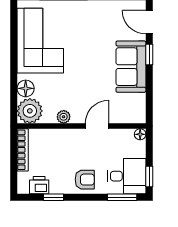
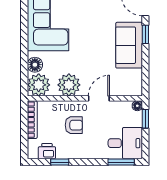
plant: (64, 117) -> (69, 85), width x1.87, depth x1.87
window: (149, 176) -> (145, 119), moved
armchair: (85, 180) -> (74, 125), moved

